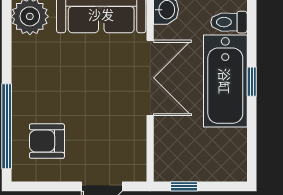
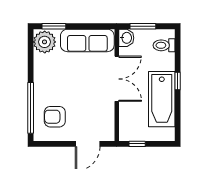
bathtub: (225, 81) -> (162, 99), moved

